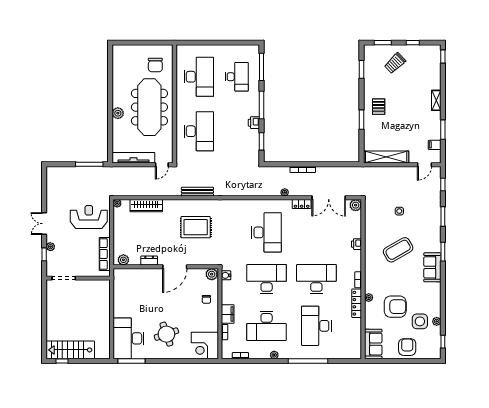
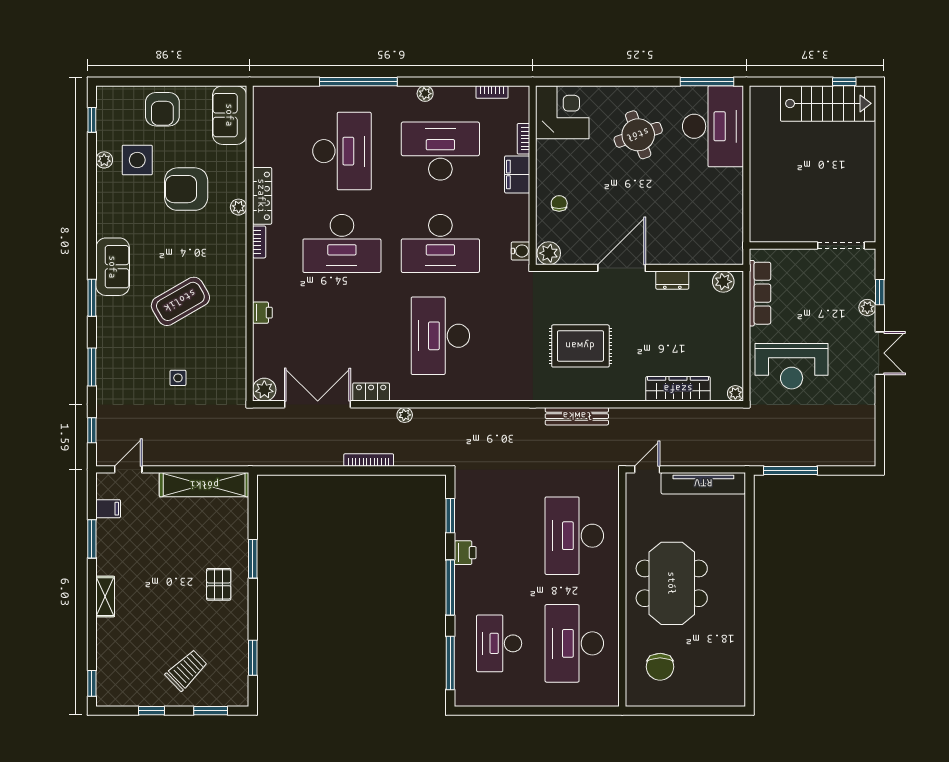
chair: (155, 65) -> (660, 667), turned 180
meeting table: (149, 107) -> (672, 583), width x0.73
plant: (118, 113) -> (734, 571), removed

